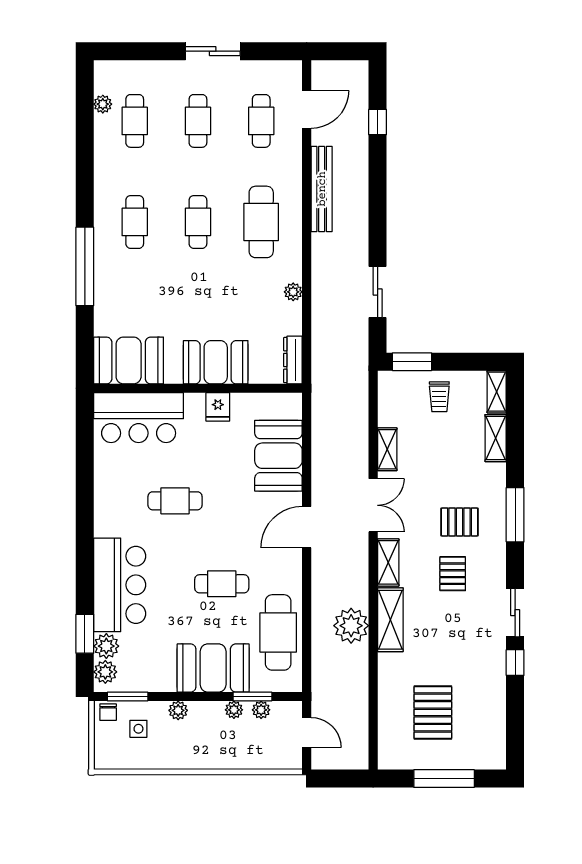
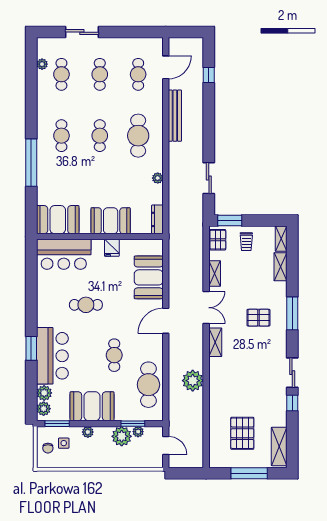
sliding door: (213, 51) -> (82, 32), moved
pallet: (453, 574) -> (218, 240), moved
cafe table: (222, 584) -> (114, 355), turned 90
shelving: (390, 620) -> (279, 446), moved
window: (85, 634) -> (31, 348), moved
booth: (213, 668) -> (92, 406), moved
plant: (234, 710) -> (122, 436), width x1.88, depth x1.88
chair: (108, 712) -> (48, 448), moved

